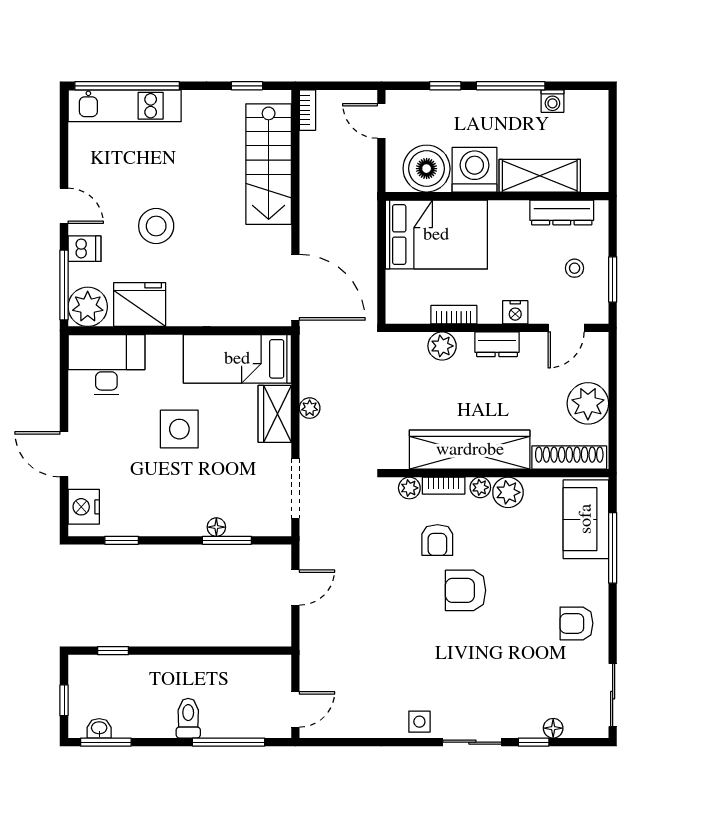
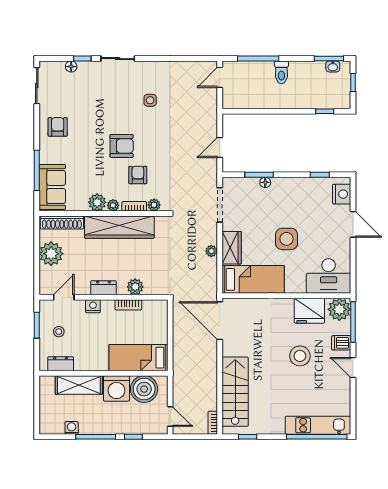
dresser: (562, 213) -> (61, 364), width x0.70
bed: (436, 235) -> (138, 358), width x0.67
armchair: (576, 623) -> (58, 127), turned -90
side table: (419, 722) -> (150, 100), moved

